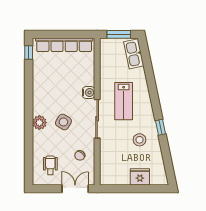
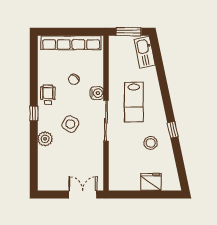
window: (29, 53) -> (34, 113), moved
plant: (39, 123) -> (45, 139), moved
chair: (80, 155) -> (74, 79), moved
wheelchair: (50, 165) -> (48, 95), moved

